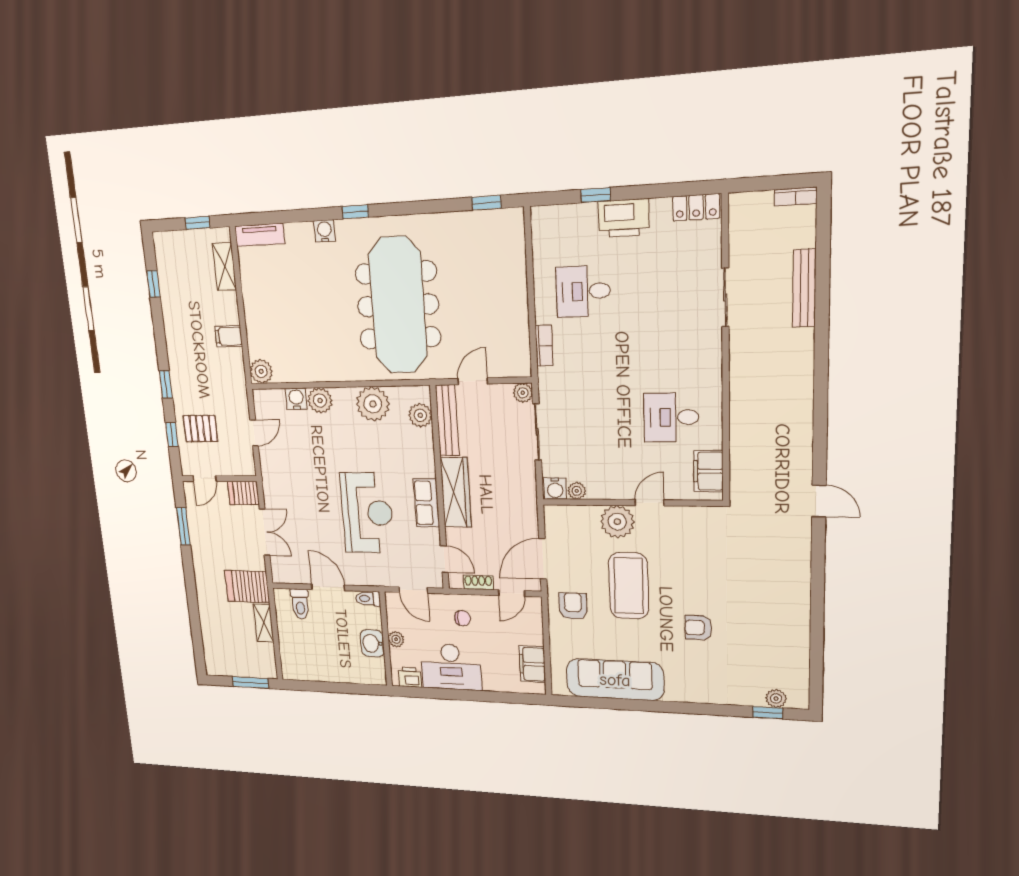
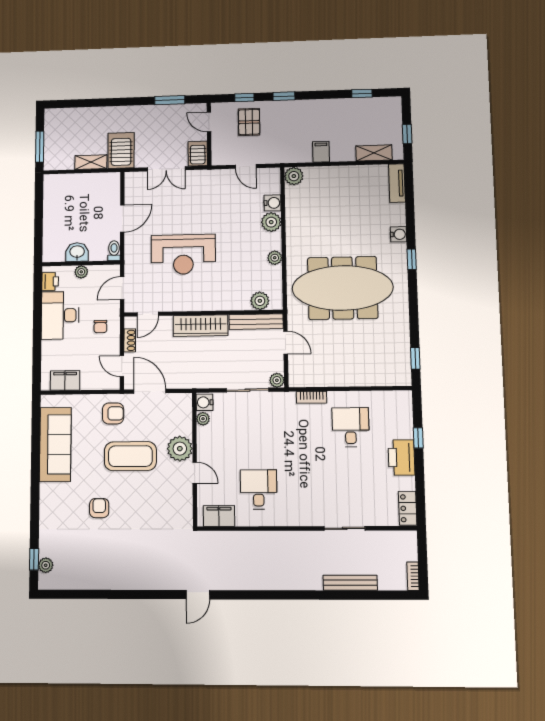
plant: (373, 404) -> (275, 258), width x0.53, depth x0.53
row of seats: (426, 503) -> (192, 302), removed
toilet: (300, 604) -> (108, 194), removed

